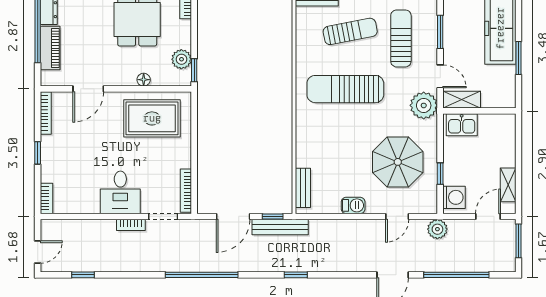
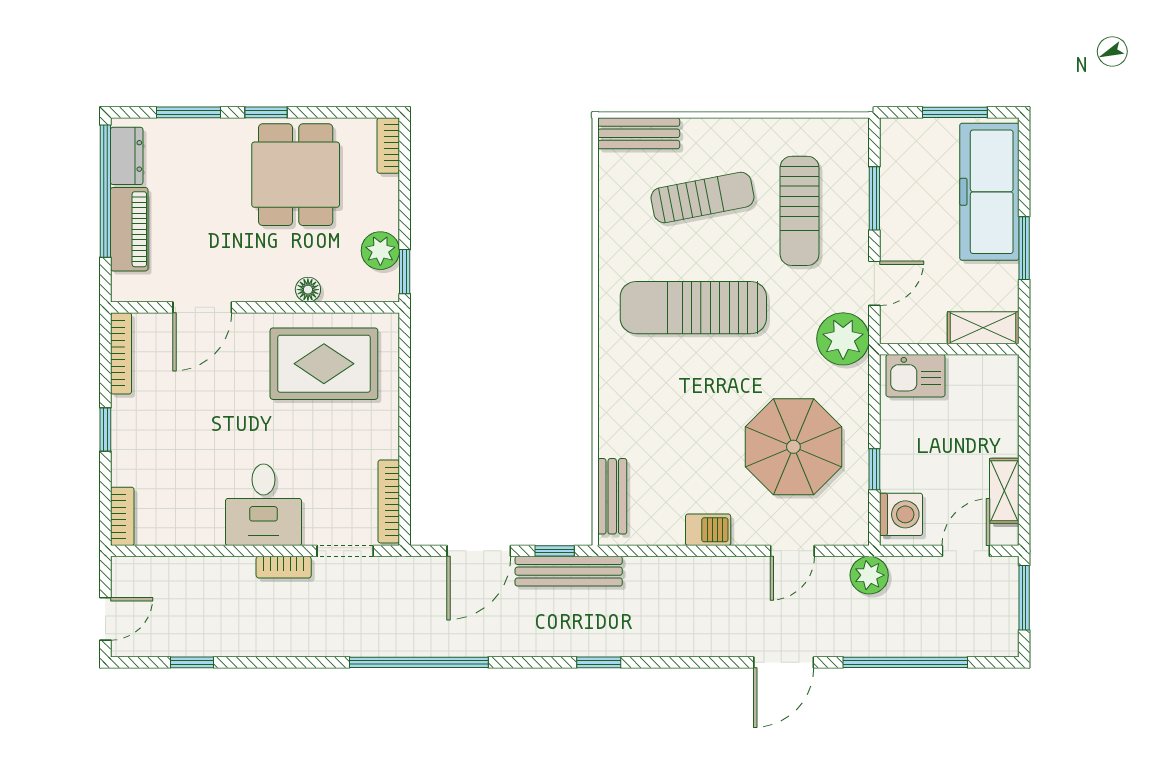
sun lounger: (401, 38) -> (800, 211), turned 180
door: (440, 76) -> (874, 283), hinge flipped
shelving: (462, 100) -> (983, 328), moved

